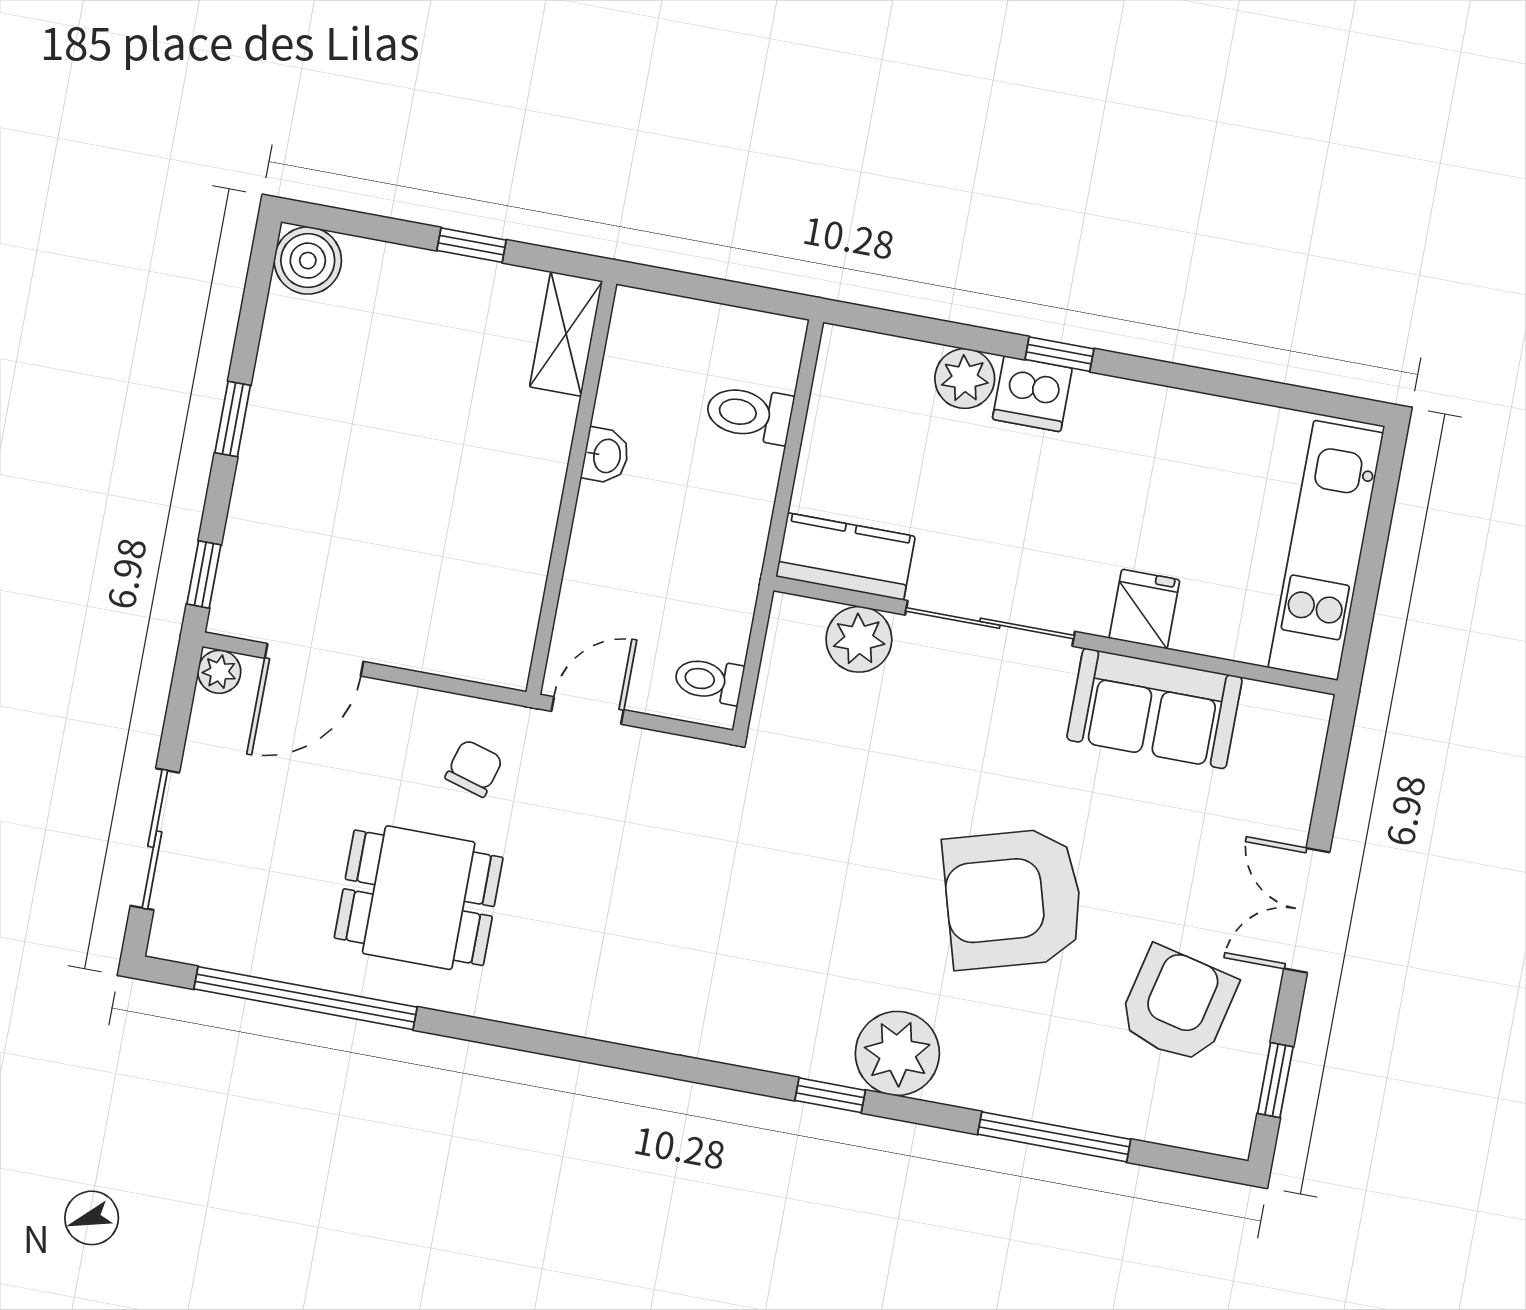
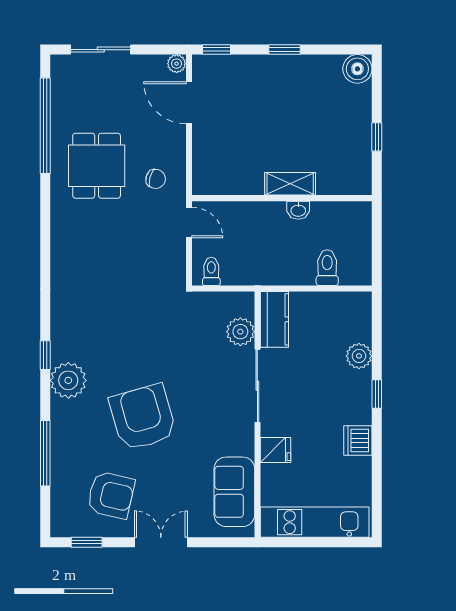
shelving: (566, 334) -> (290, 184), moved
dishwasher: (1032, 394) -> (358, 440), moved
sofa: (1154, 708) -> (234, 492), moved

